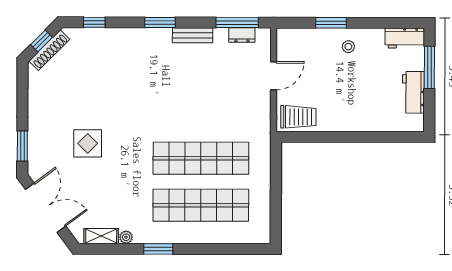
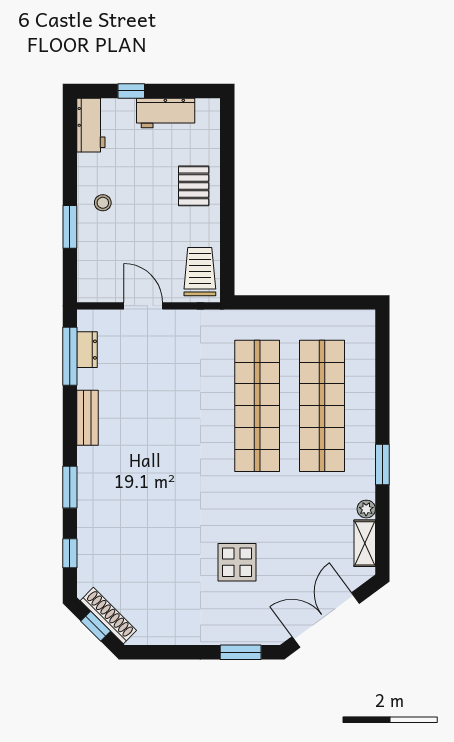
window: (160, 22) -> (70, 487), moved
window: (429, 67) -> (131, 91), width x0.46
pallet: (360, 112) -> (194, 186), added

